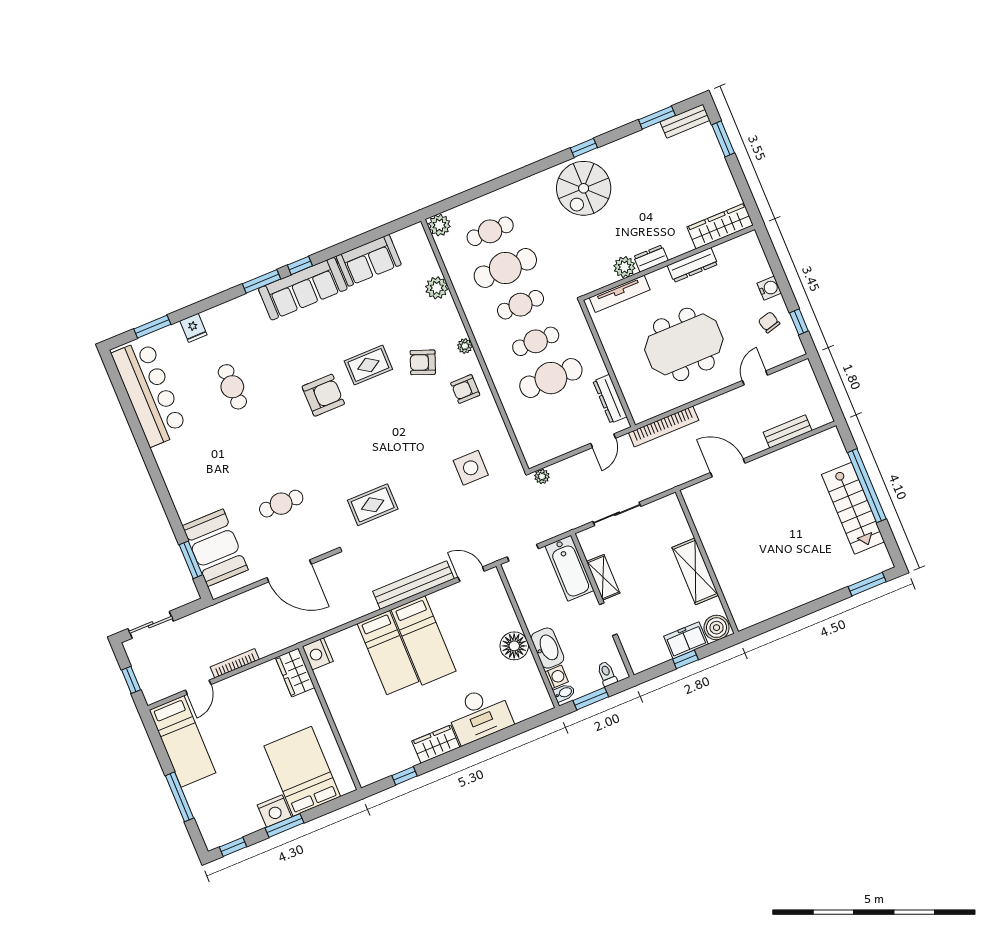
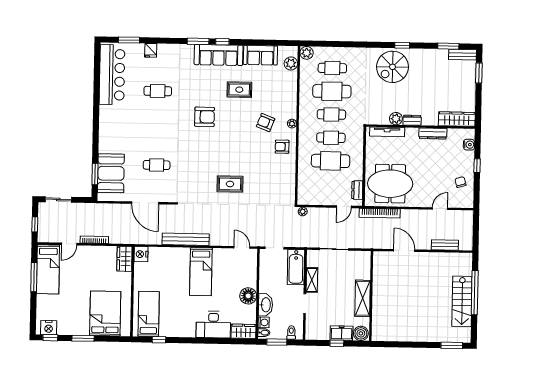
plant: (437, 288) -> (291, 63), moved
water cooler: (769, 288) -> (469, 145), moved
window: (799, 322) -> (477, 166), moved
meeting table: (684, 344) -> (390, 184), moved
rug: (368, 365) -> (239, 90), moved
cafe table: (232, 387) -> (158, 91), turned 90
dresser: (610, 399) -> (357, 190), width x0.70
side table: (471, 468) -> (267, 190), removed
rug: (373, 505) -> (230, 184), moved
bench: (414, 585) -> (186, 239), moved
bed: (388, 653) -> (149, 314), moved, turned 180
wardrobe: (436, 744) -> (243, 331), moved
window: (180, 797) -> (34, 277), moved
nightstand: (274, 811) -> (49, 328), moved

